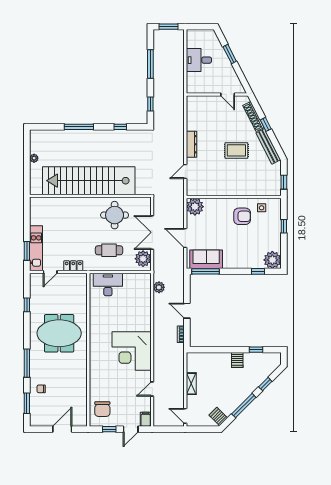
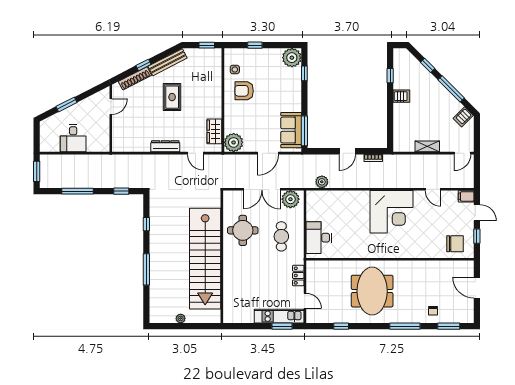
wardrobe: (205, 189) -> (214, 131), added
armchair: (242, 216) -> (244, 91), turned -90

